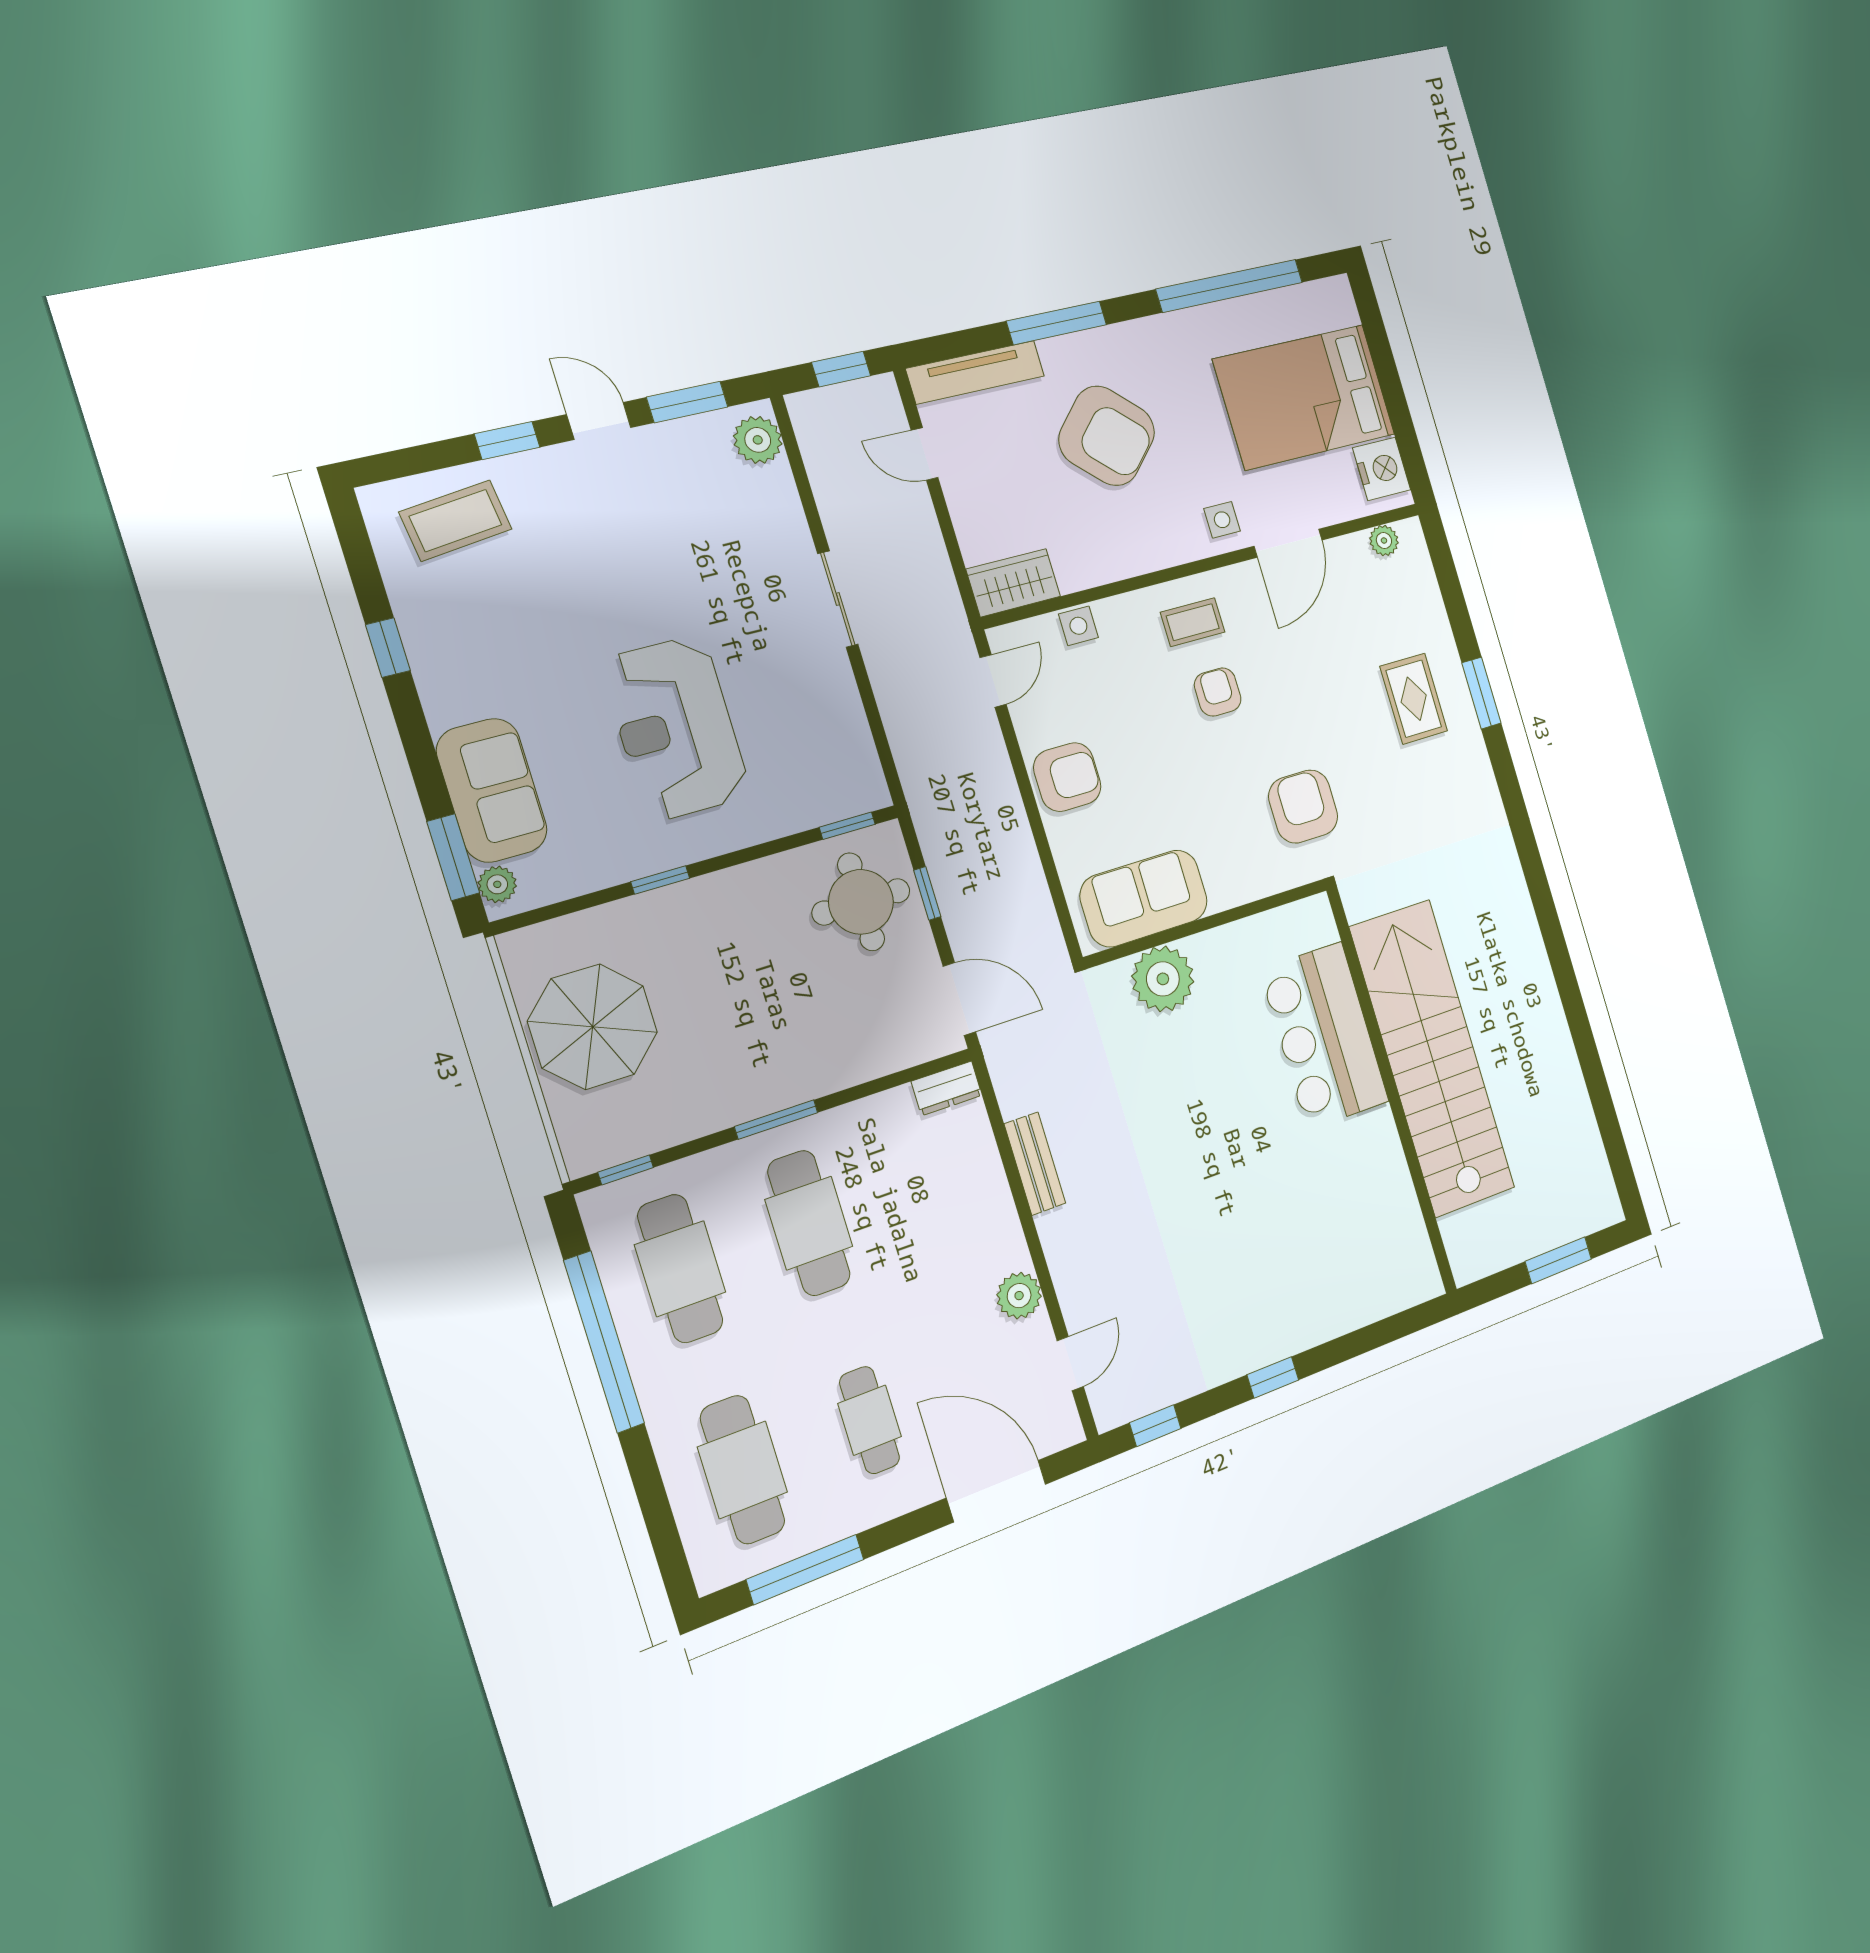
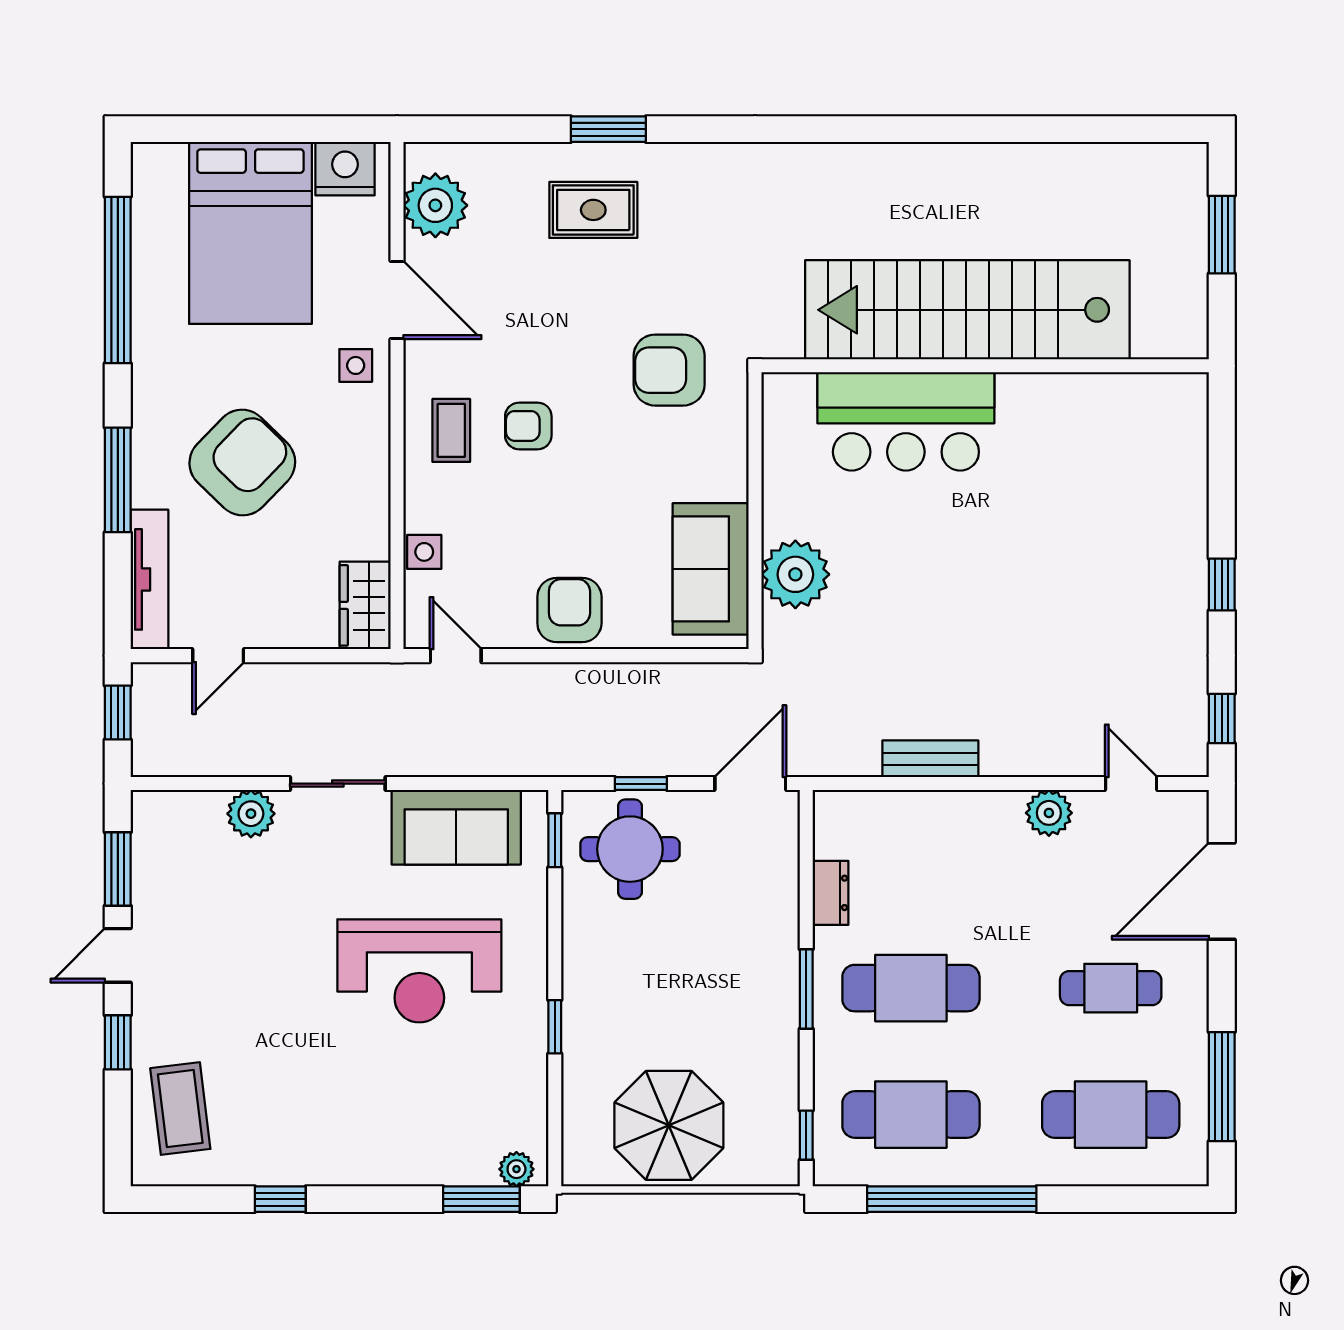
plant: (758, 440) -> (251, 814), moved
plant: (1384, 541) -> (435, 205), width x1.87, depth x1.87
sofa: (492, 790) -> (456, 827), moved, turned 180
dresser: (947, 1088) -> (831, 893), moved

